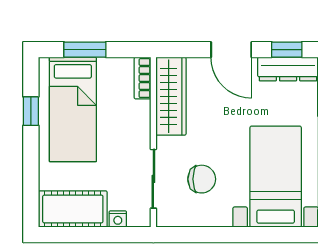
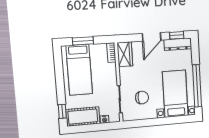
door: (231, 50) -> (152, 37), hinge flipped
wardrobe: (171, 96) -> (125, 54), width x0.67
window: (31, 111) -> (62, 111), moved

